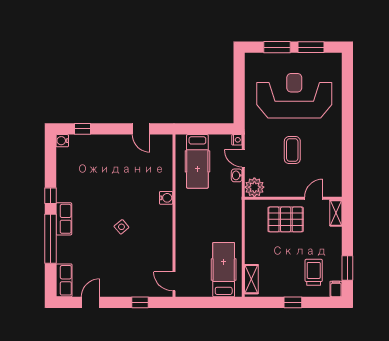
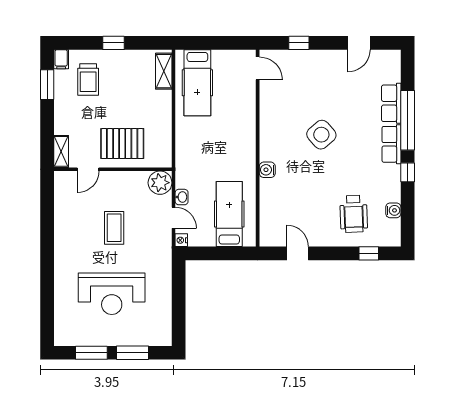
reception desk: (294, 96) -> (112, 294), width x0.74, depth x0.77
water cooler: (62, 141) -> (393, 210), moved
wheelchair: (95, 162) -> (354, 214), added
side table: (121, 227) -> (321, 135), width x1.87, depth x1.87
row of seats: (64, 280) -> (391, 103), moved

